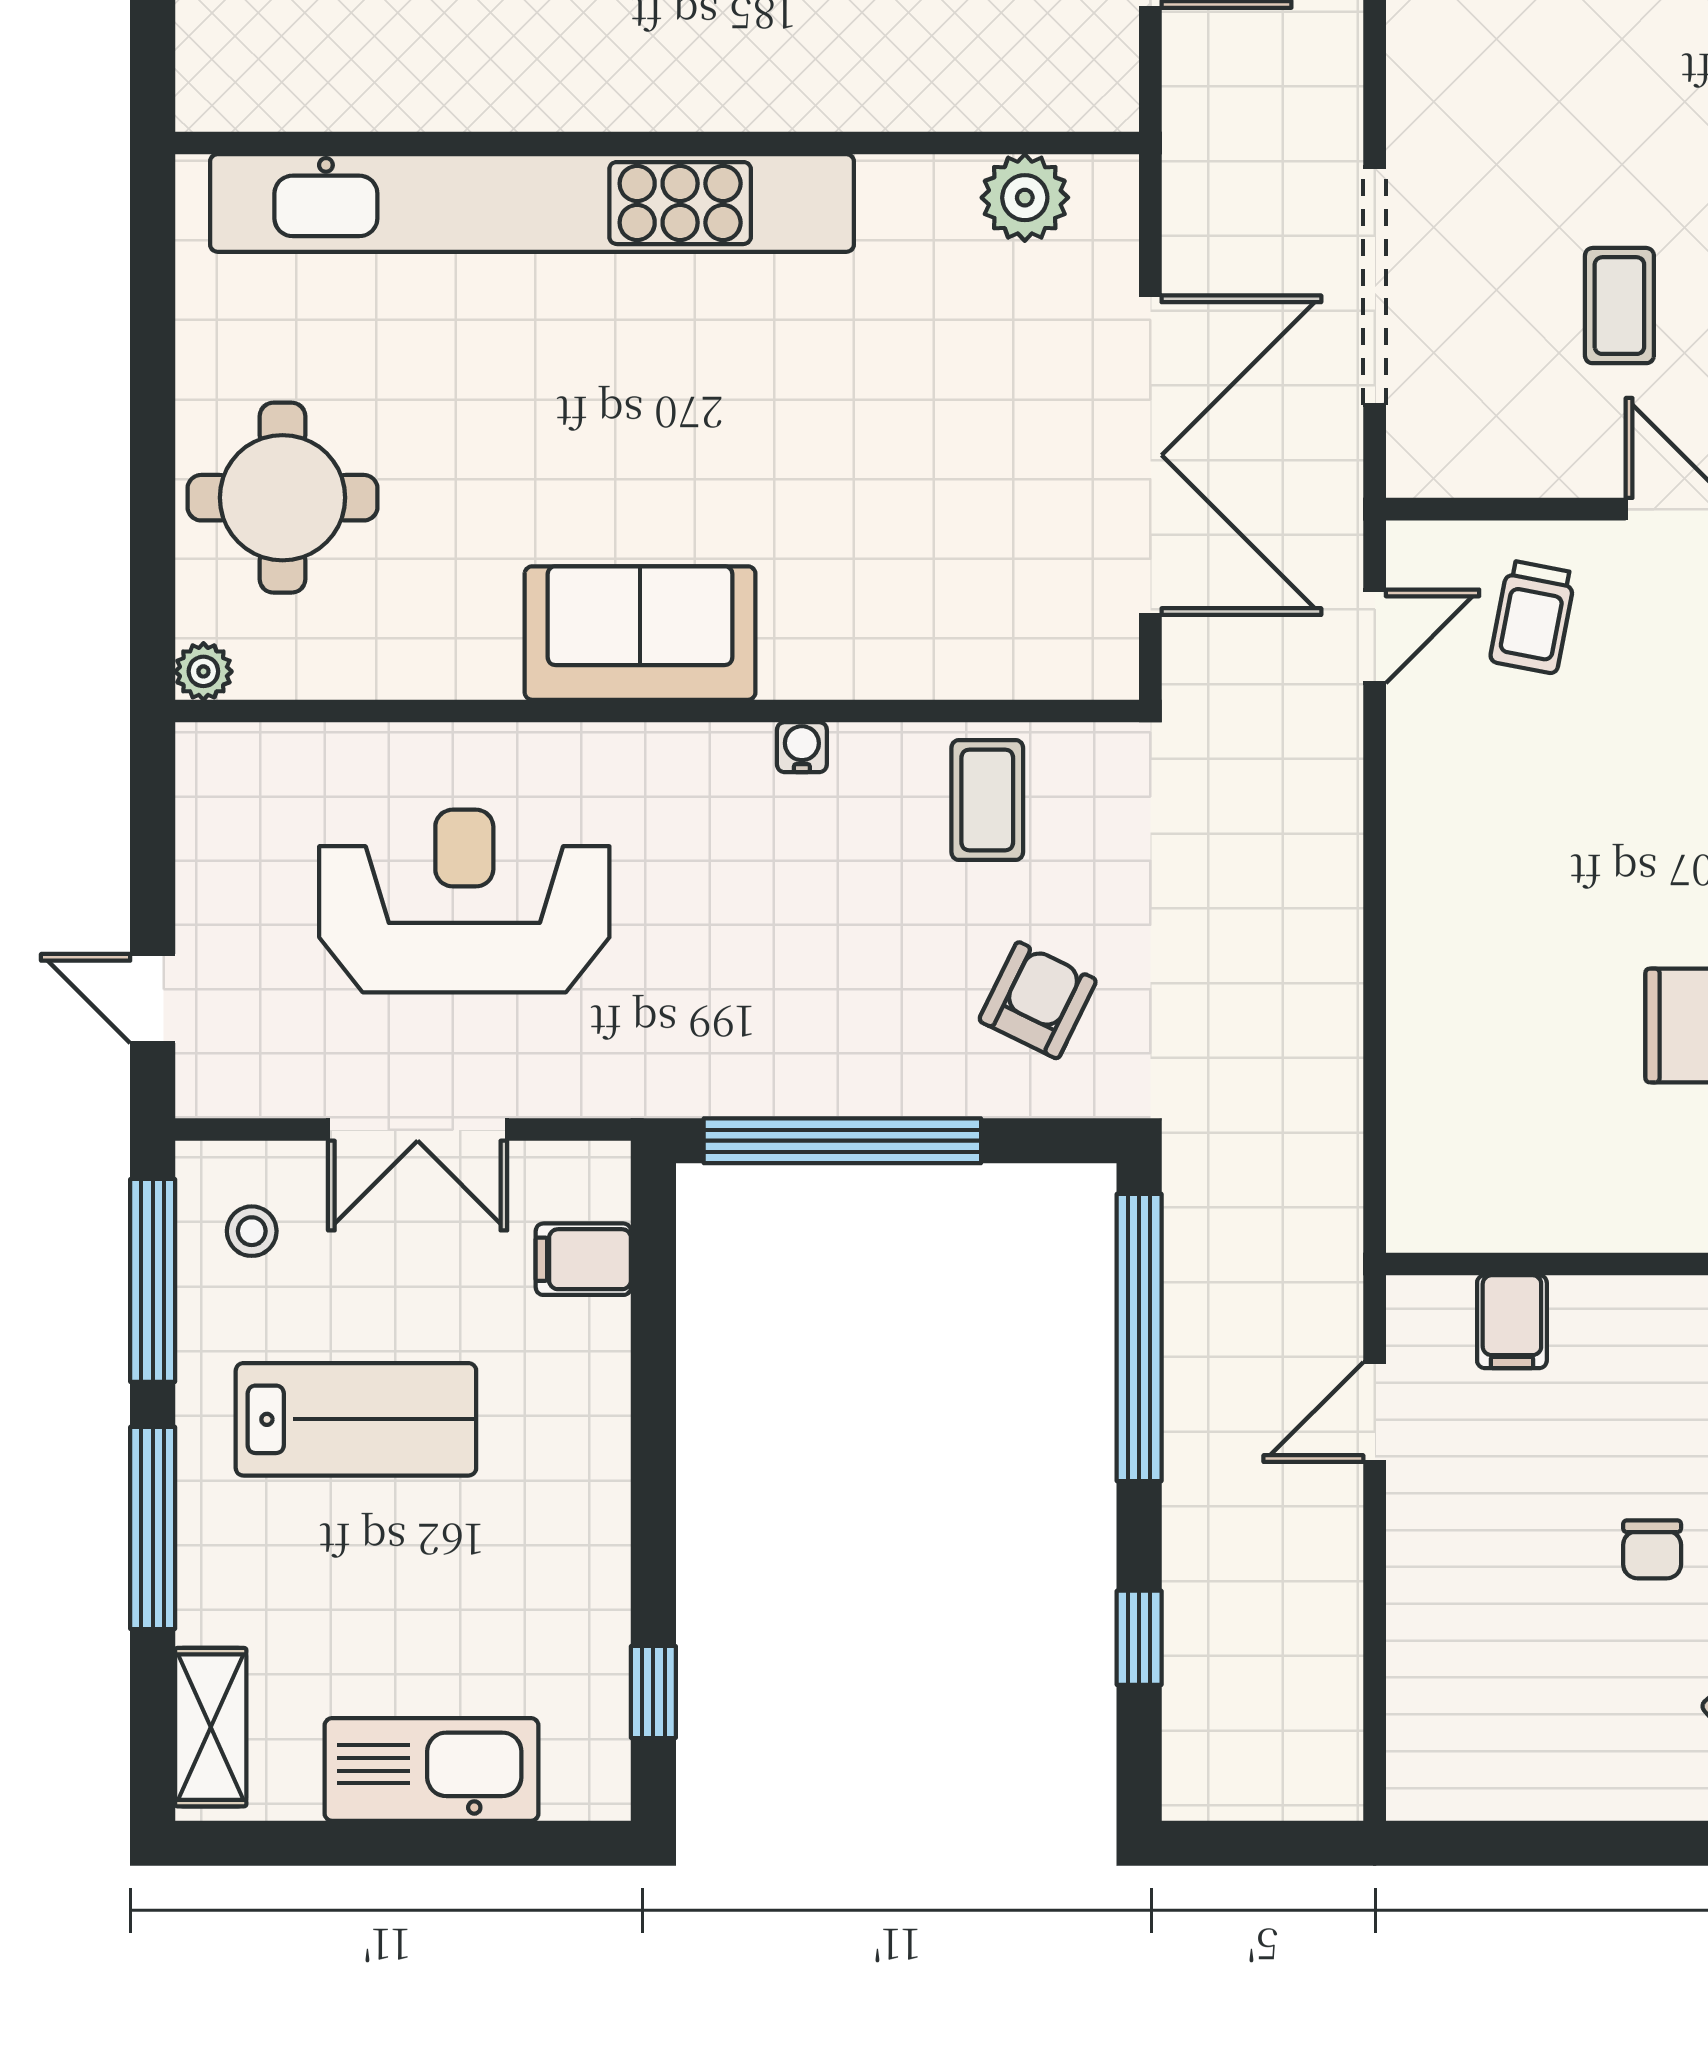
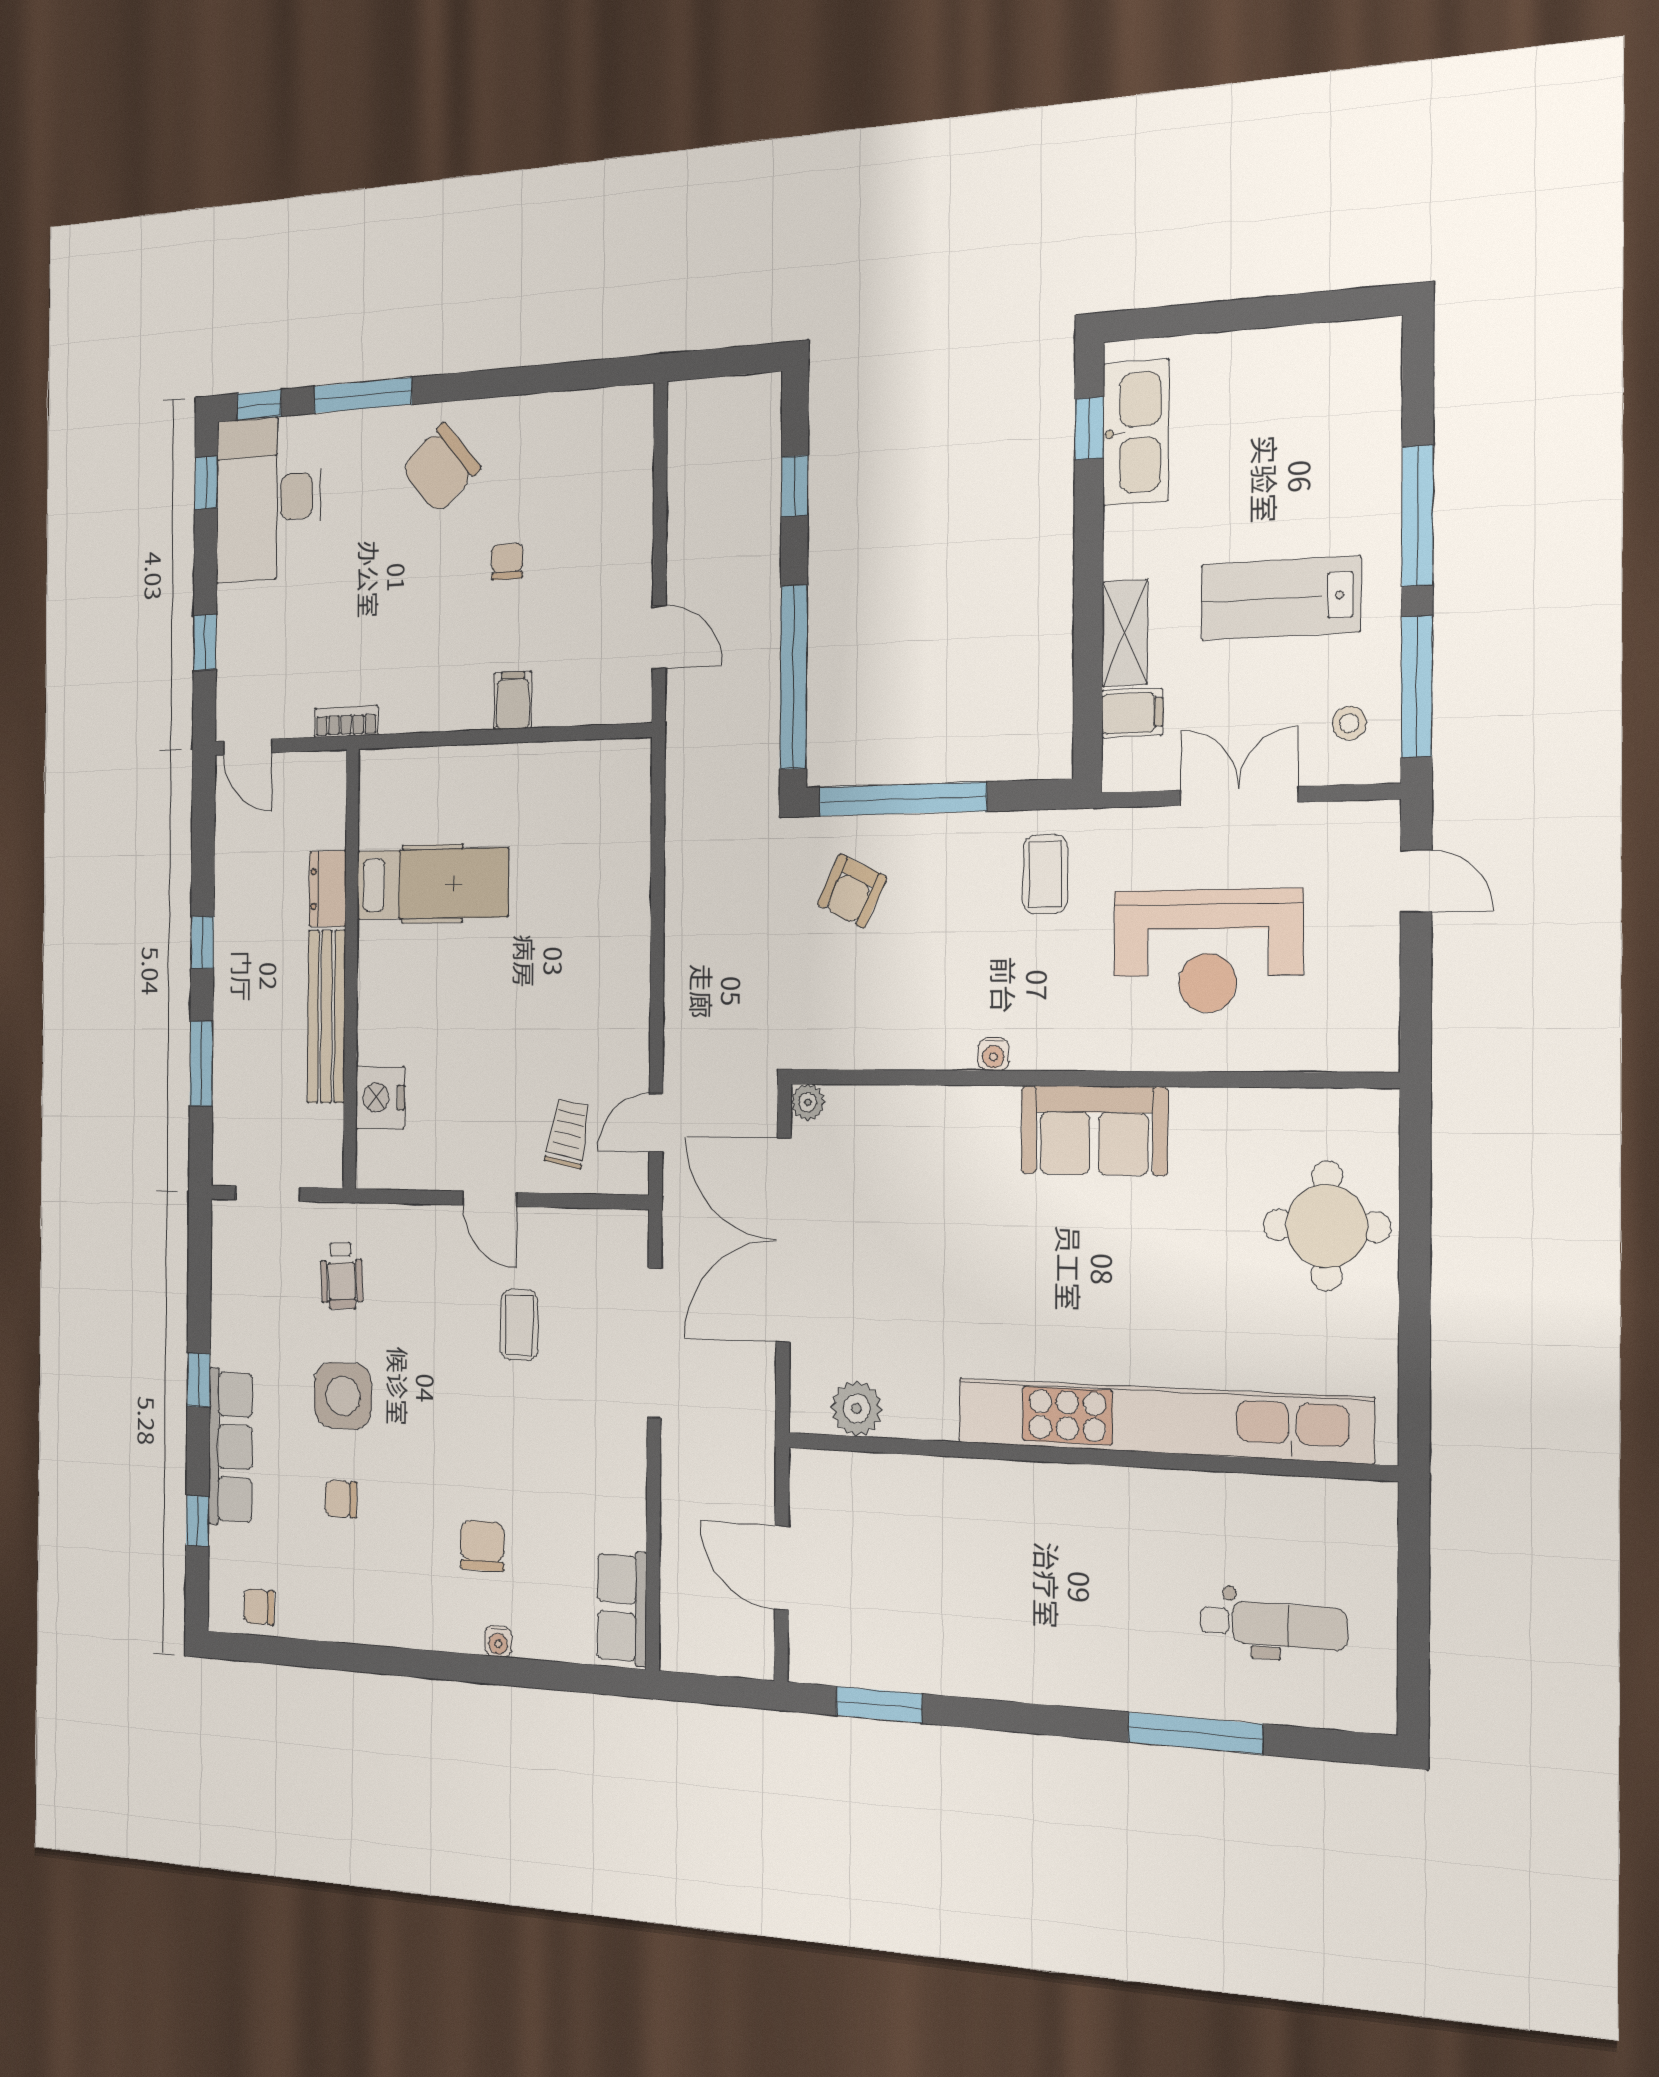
plant: (203, 671) -> (808, 1102), moved
coffee table: (987, 800) -> (1045, 874), moved
window: (842, 1141) -> (902, 799), moved
filing cabinet: (1512, 1322) -> (513, 700), moved
door: (1375, 1412) -> (659, 637), hinge flipped
shelving: (211, 1727) -> (1125, 633), moved
kitchen sink: (432, 1769) -> (1136, 432), moved, turned -90

